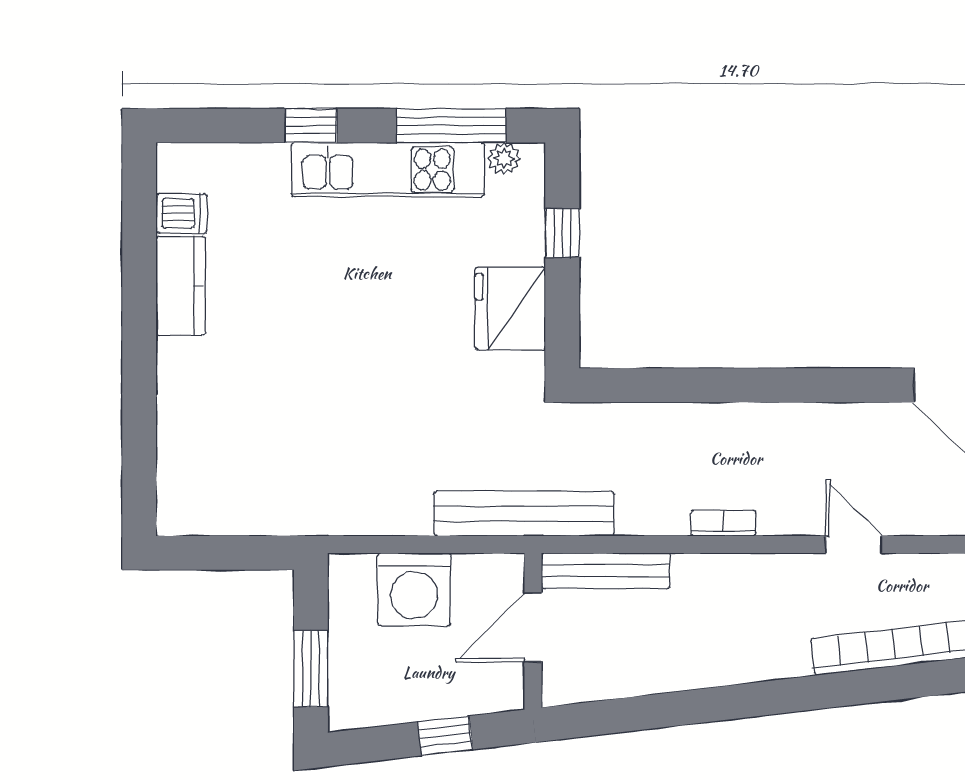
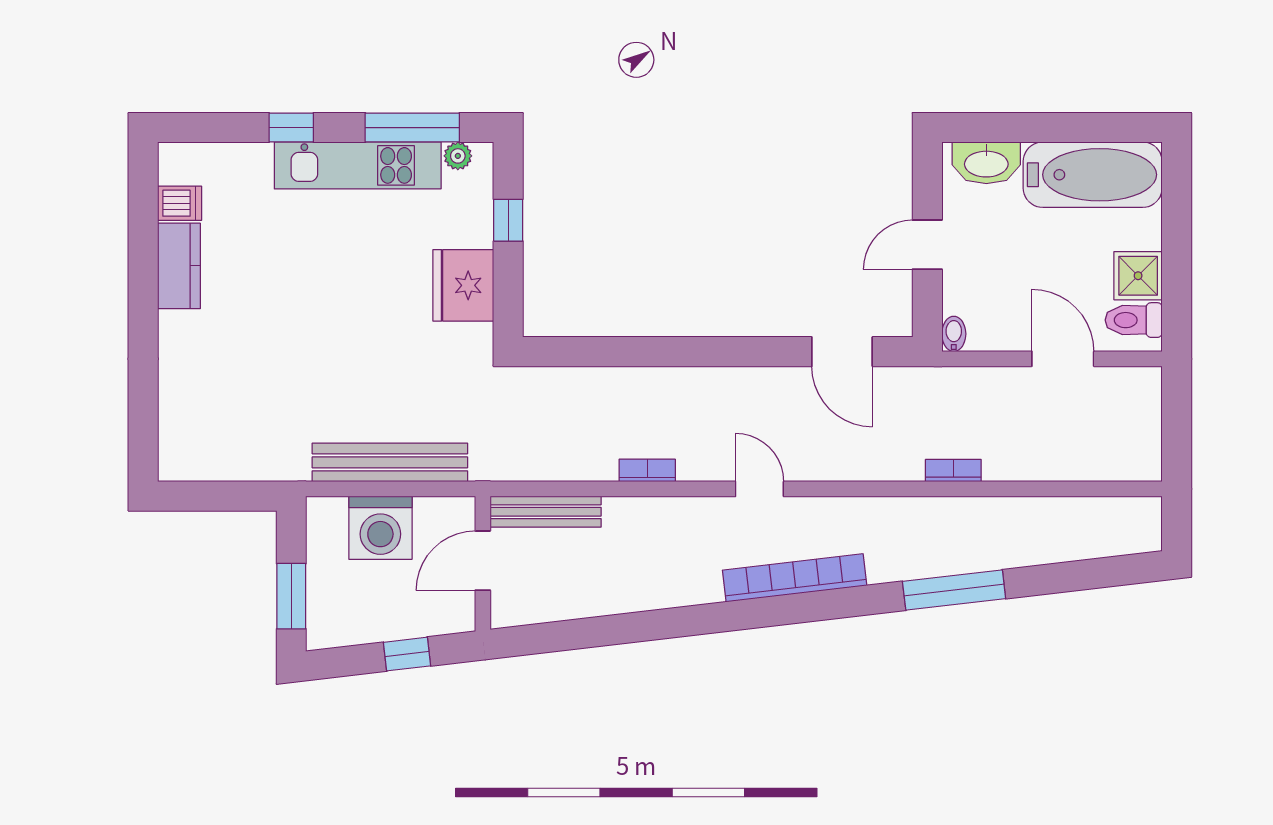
bench: (524, 514) -> (390, 462), moved

